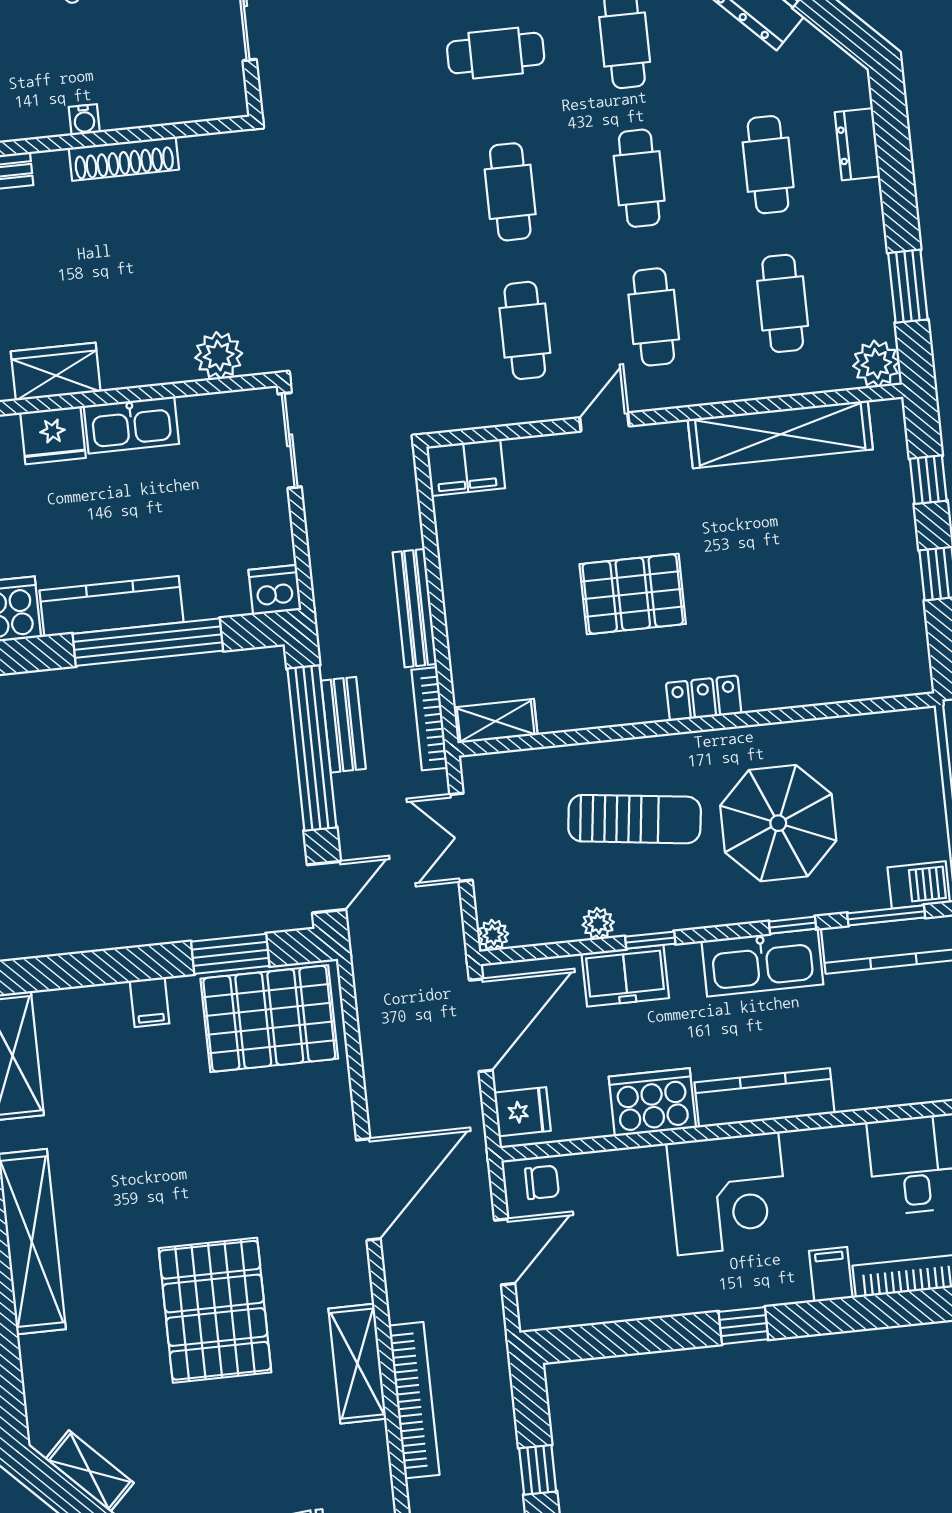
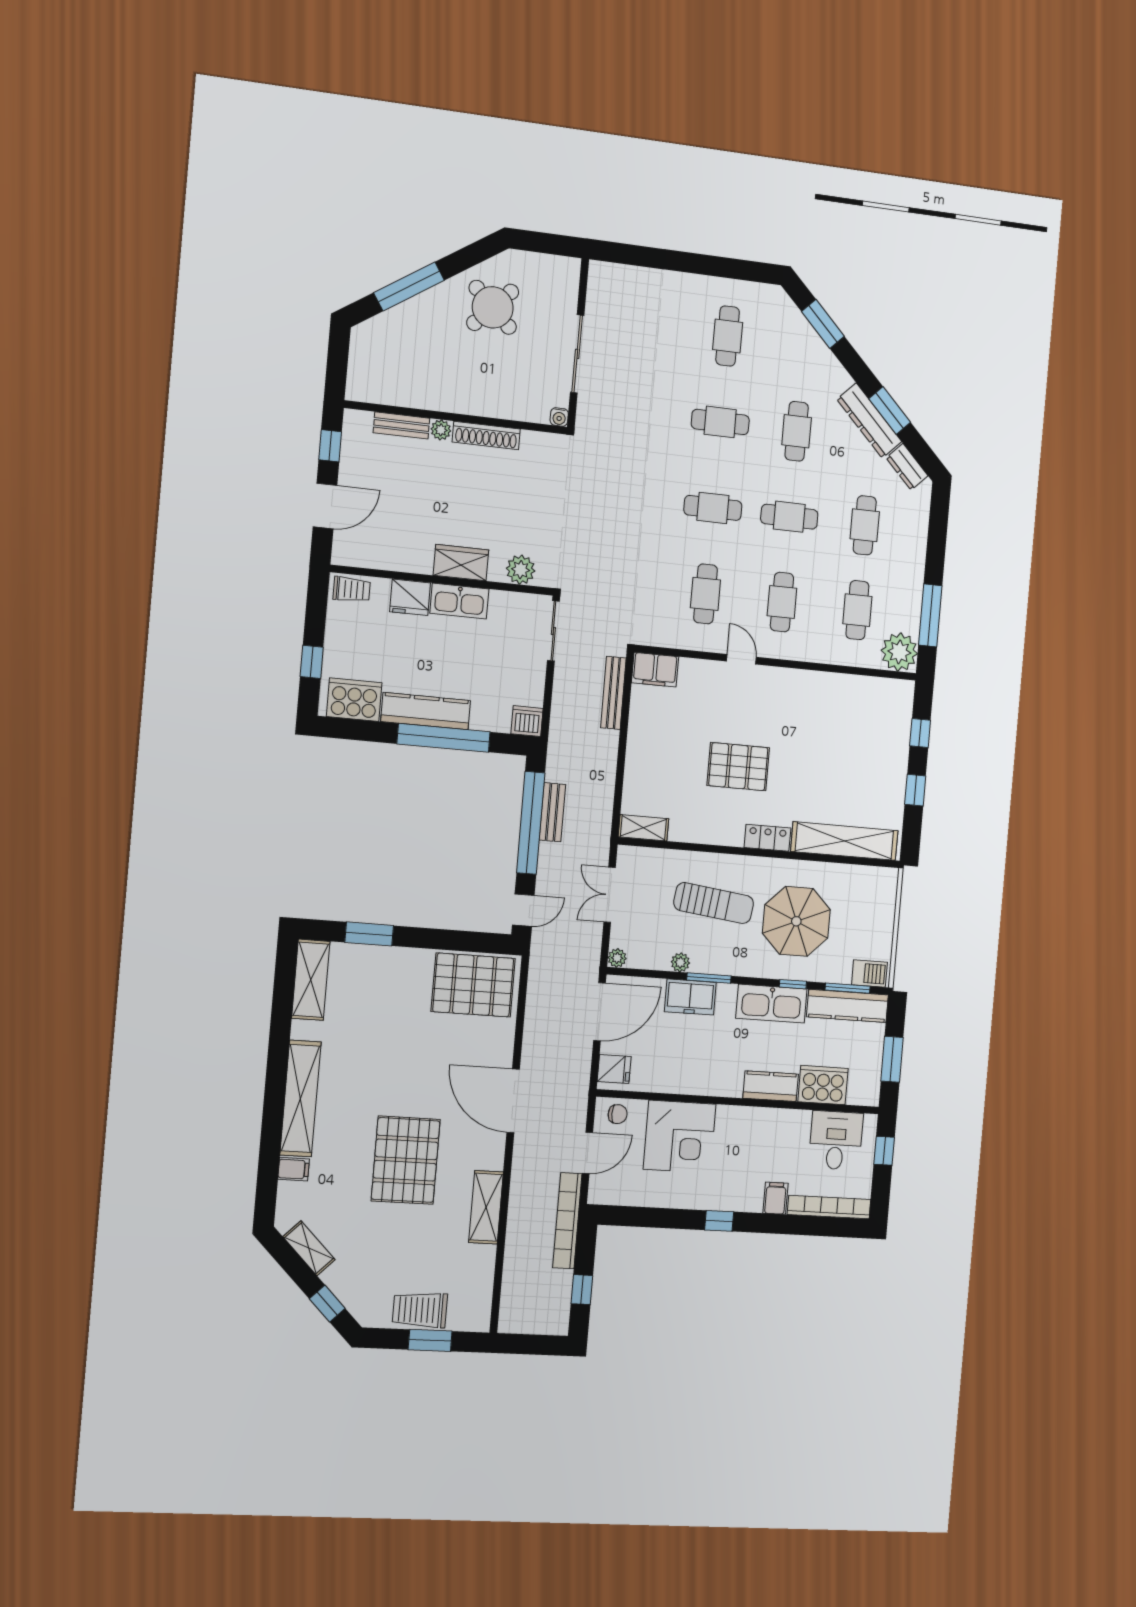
water cooler: (84, 120) -> (559, 417), moved
dresser: (857, 144) -> (907, 467), moved, turned -45
plant: (51, 166) -> (441, 430), added
cafe table: (639, 178) -> (789, 517), turned 90
cafe table: (510, 192) -> (713, 508), turned 90
window: (908, 286) -> (930, 615), width x1.44
plant: (876, 364) -> (899, 652), width x1.36, depth x1.36
wardrobe: (56, 372) -> (461, 563), moved
door: (604, 422) -> (741, 659), hinge flipped
shelving: (780, 434) -> (844, 841), moved
bench: (415, 608) -> (613, 693), moved
bookcase: (430, 719) -> (605, 819), removed
window: (650, 940) -> (709, 978), width x1.50
window: (230, 954) -> (369, 934), moved
filing cabinet: (150, 1002) -> (294, 1169), moved, turned -90
kitchen counter: (765, 1098) -> (771, 1086), width x0.67
cooker: (652, 1102) -> (823, 1085), moved
door: (368, 1189) -> (513, 1101), swing flipped
corner desk: (728, 1193) -> (680, 1137), moved
bookcase: (414, 1400) -> (567, 1221), moved, turned 180

